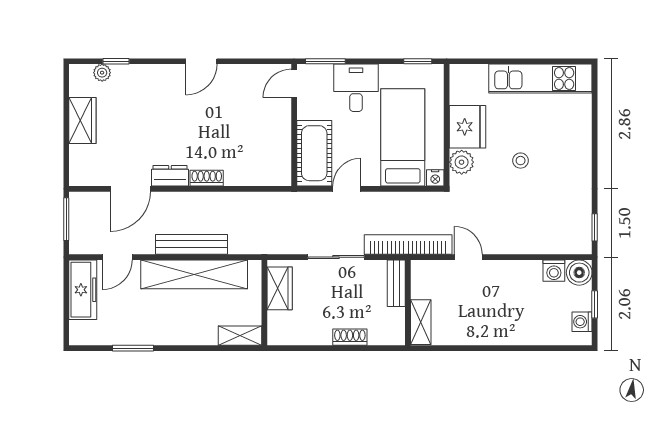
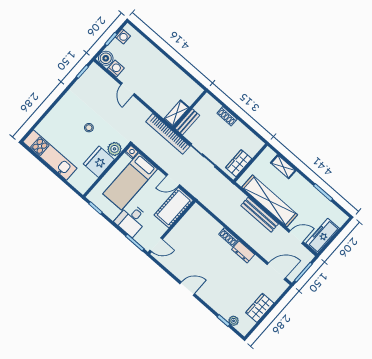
door: (130, 189) -> (276, 271), moved
door: (468, 257) -> (128, 89), moved
shelving: (421, 322) -> (177, 113), moved
shelving: (240, 336) -> (283, 167), moved

